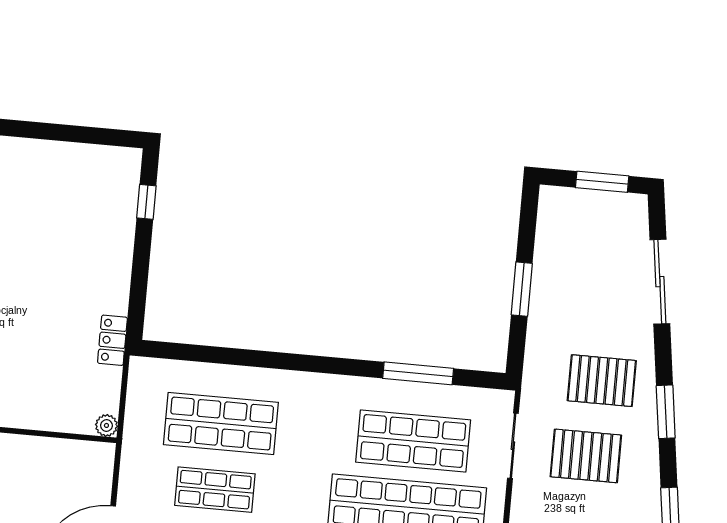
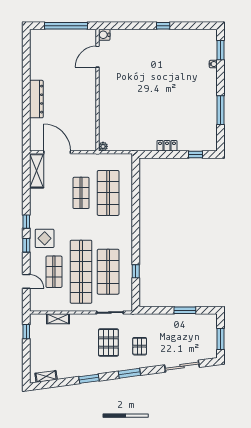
window: (44, 131) -> (220, 110), added
window: (522, 289) -> (185, 310), moved
locker: (112, 340) -> (167, 146), moved
window: (418, 373) -> (136, 271), width x0.46
pallet: (602, 381) -> (140, 346), width x0.67, depth x0.71

